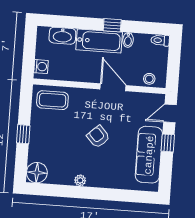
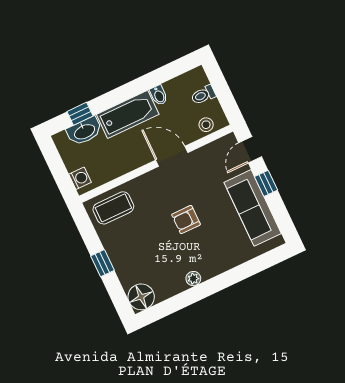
window: (112, 25) -> (80, 114), moved
toilet: (160, 40) -> (203, 95), moved
armchair: (98, 137) -> (186, 220), turned -47

